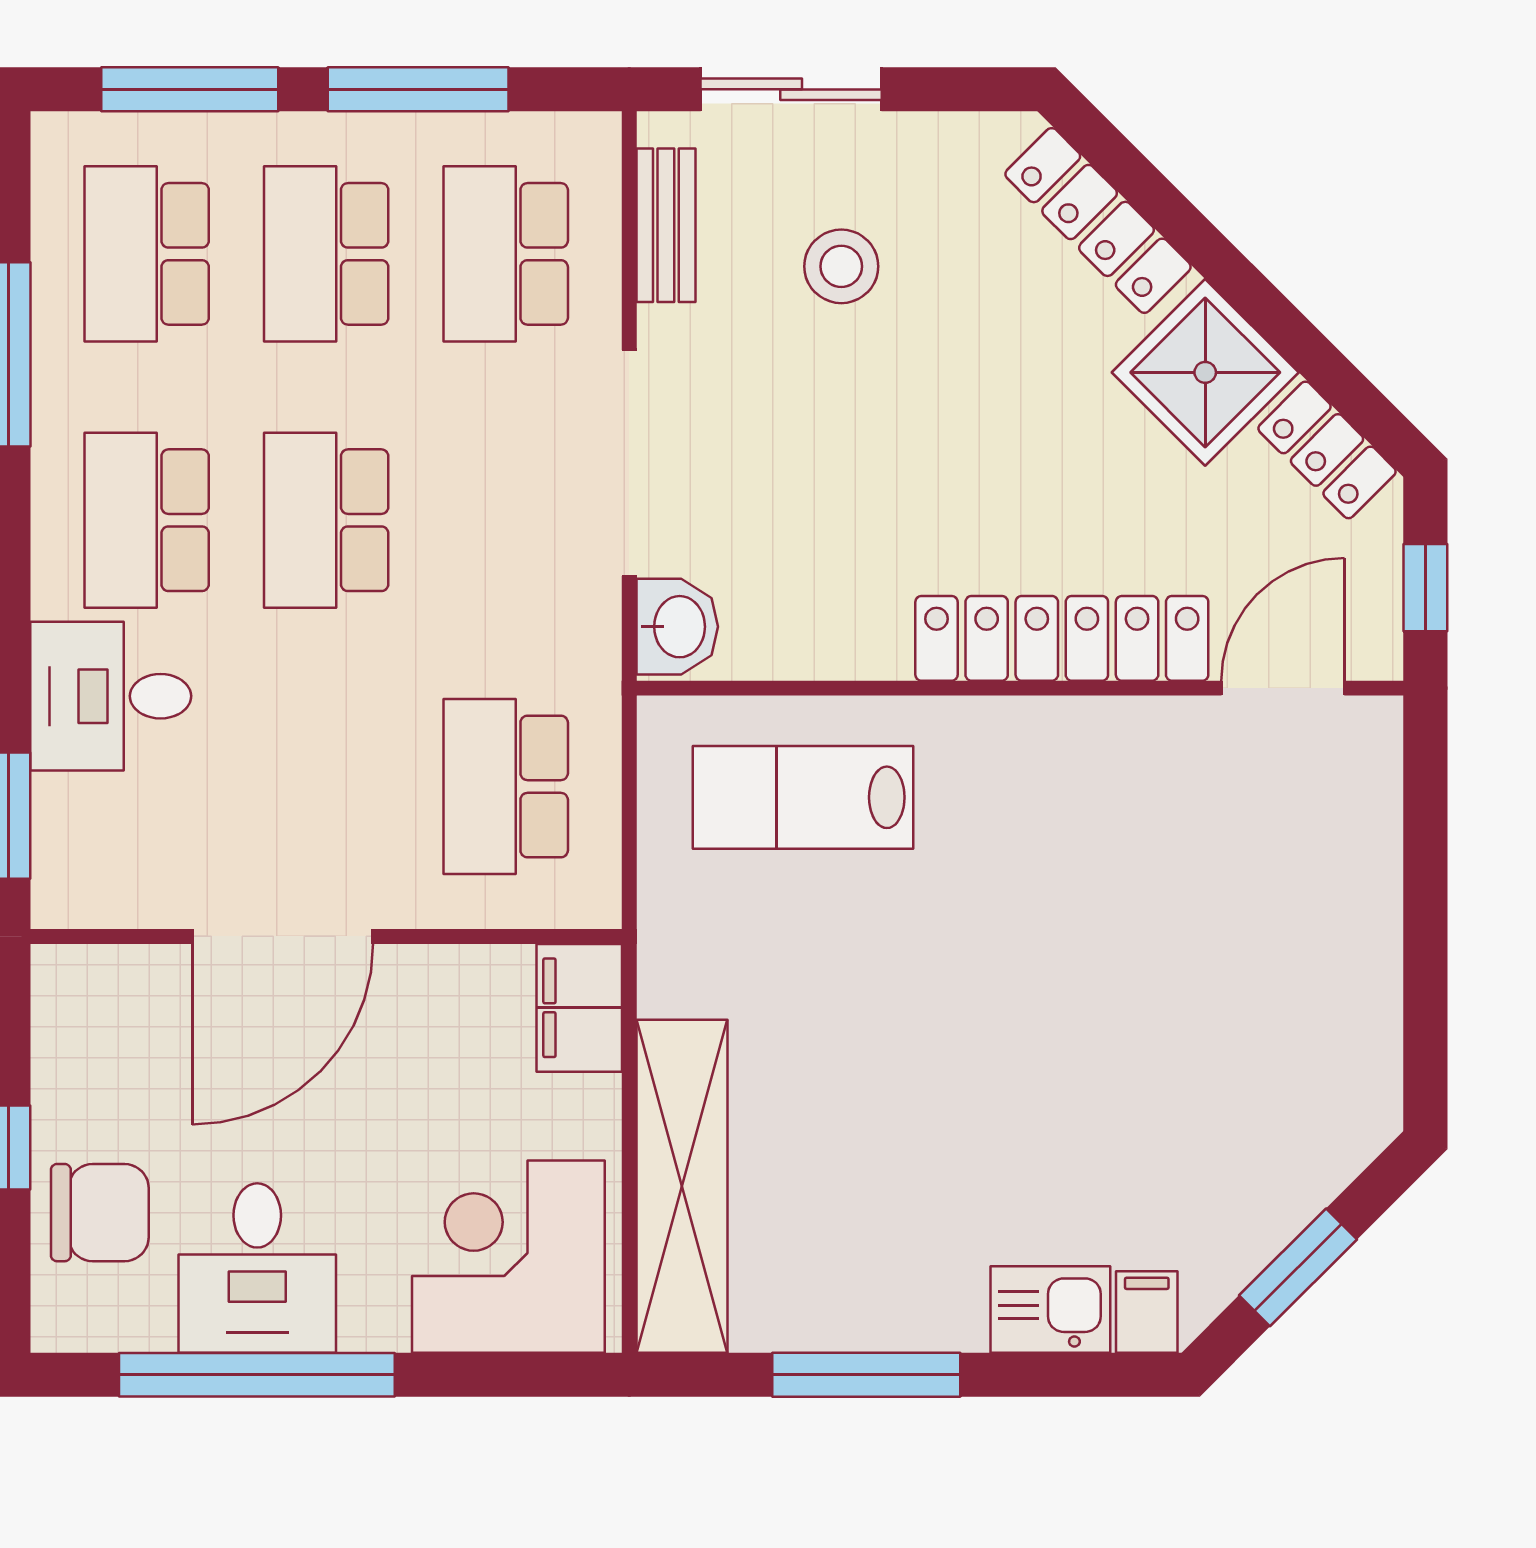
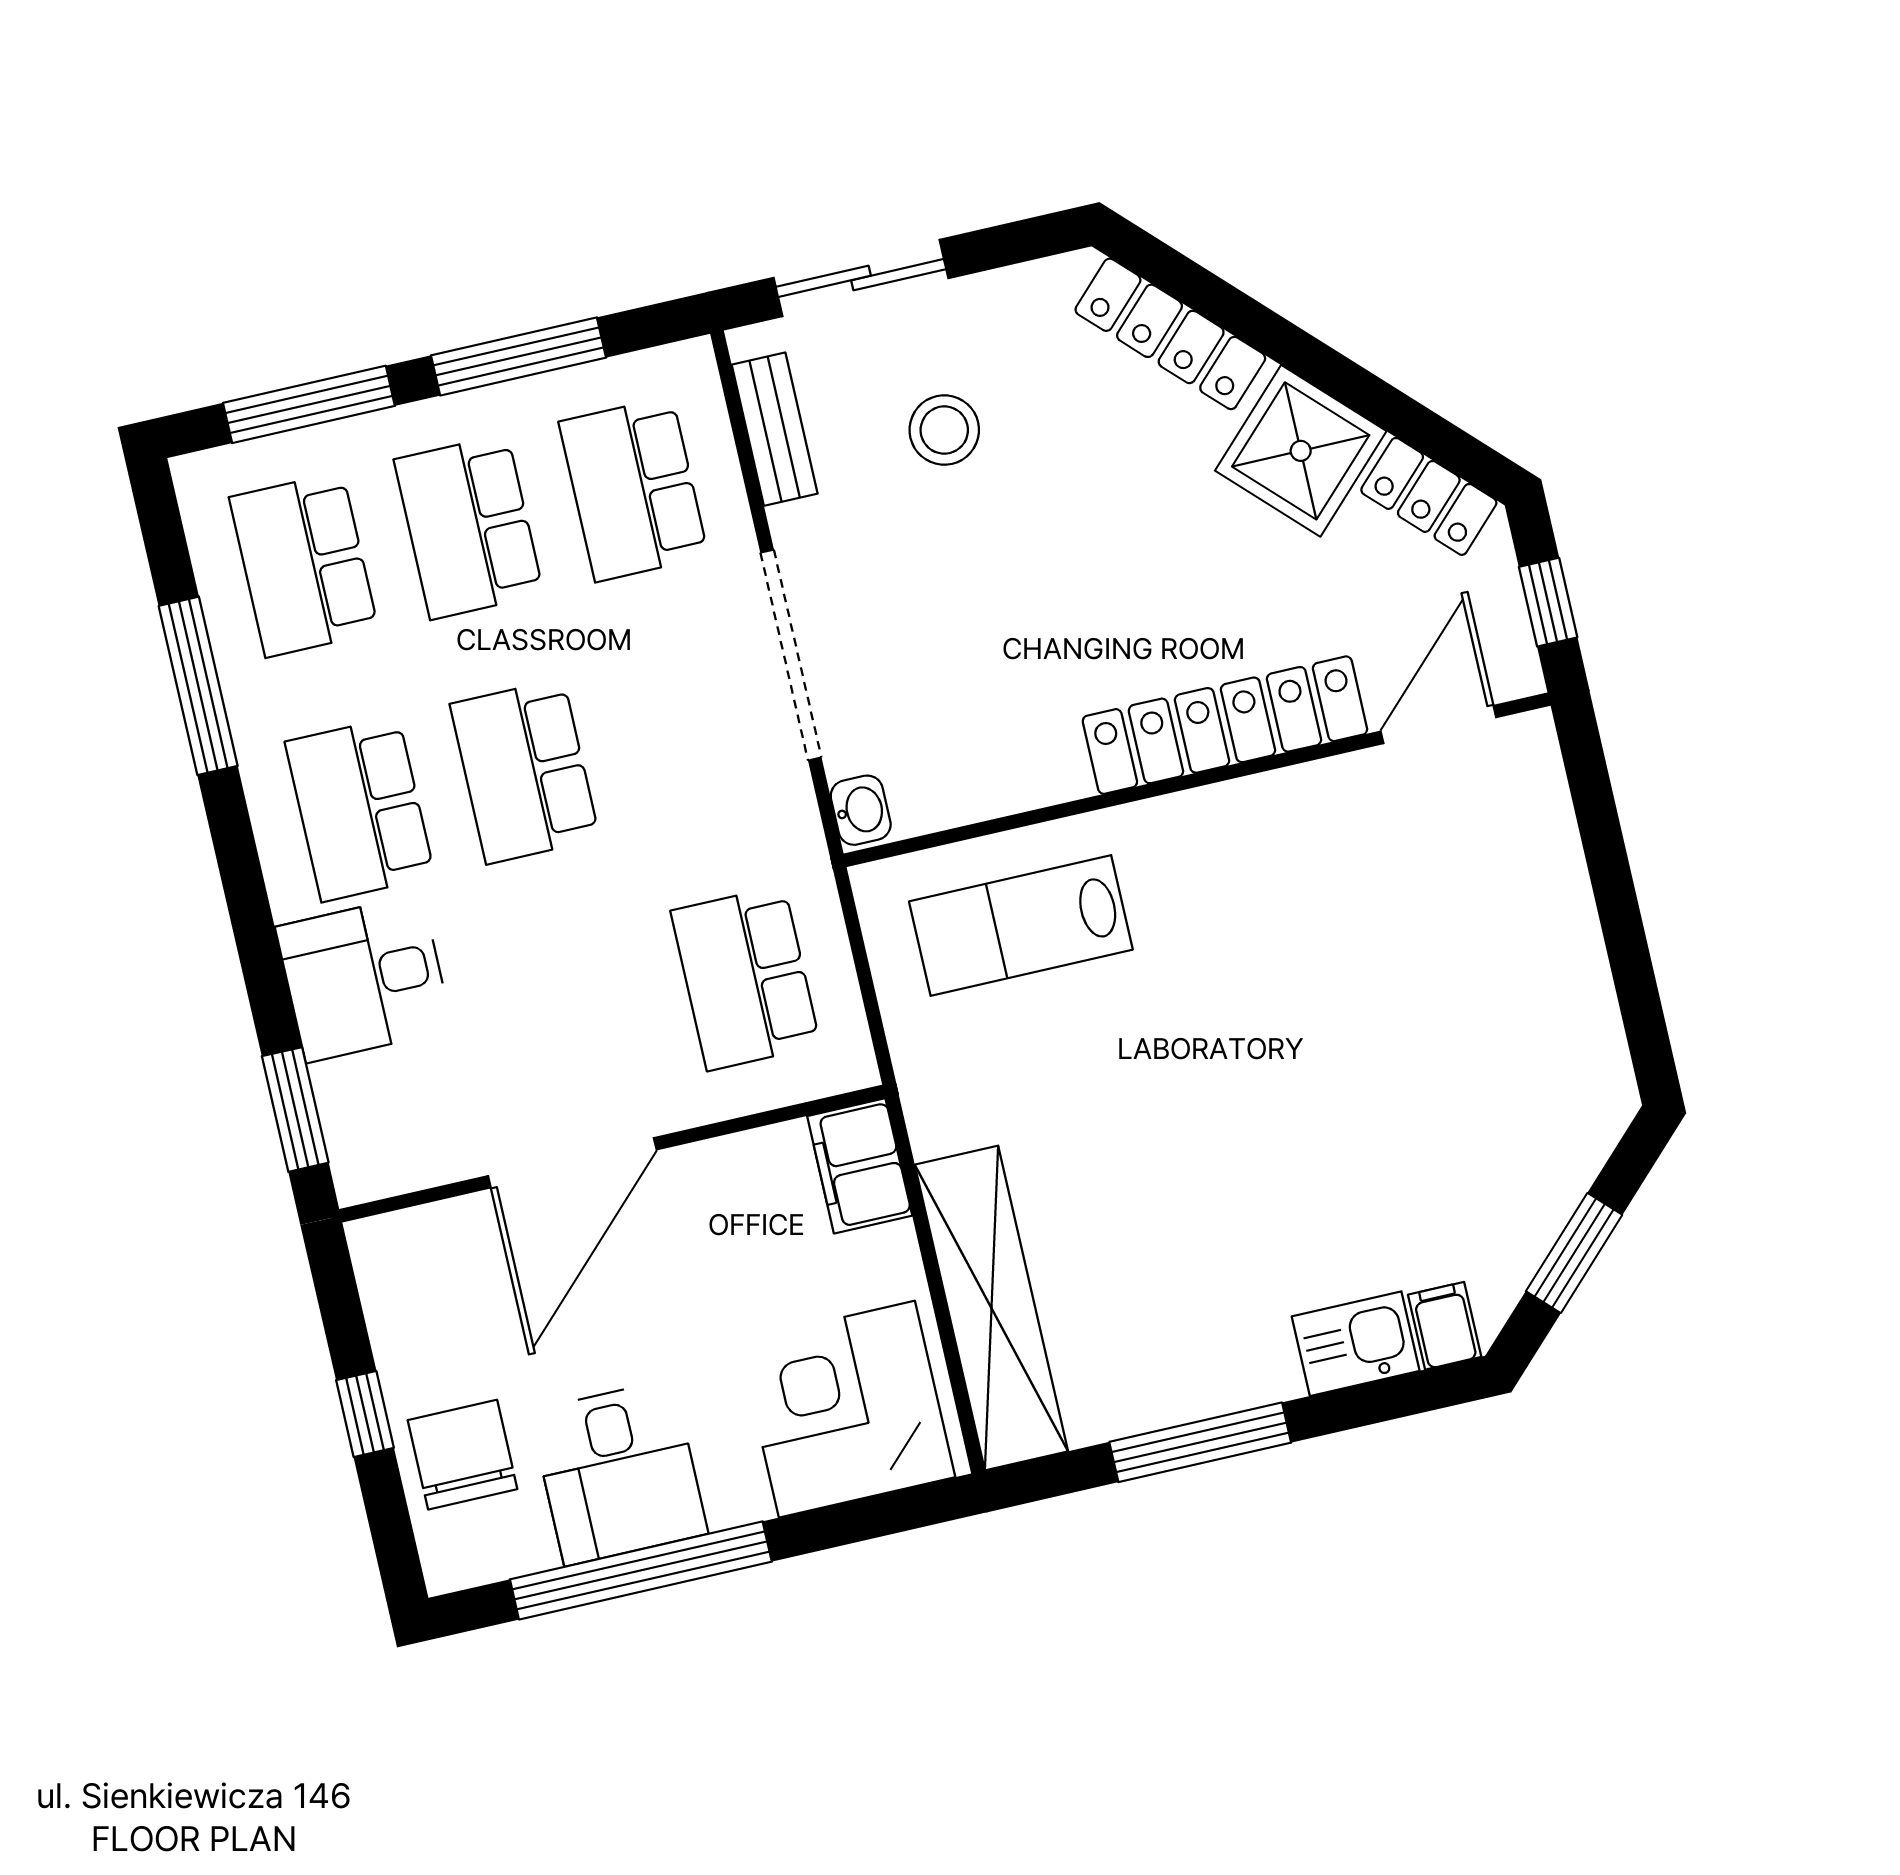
washbasin: (677, 627) -> (861, 810), width x0.72, depth x0.69
chair: (100, 1213) -> (463, 1455), turned -90

